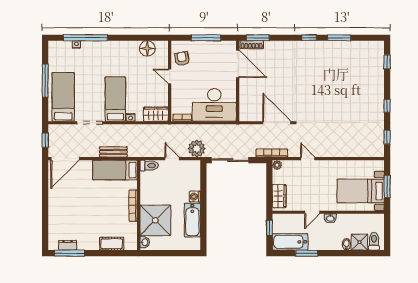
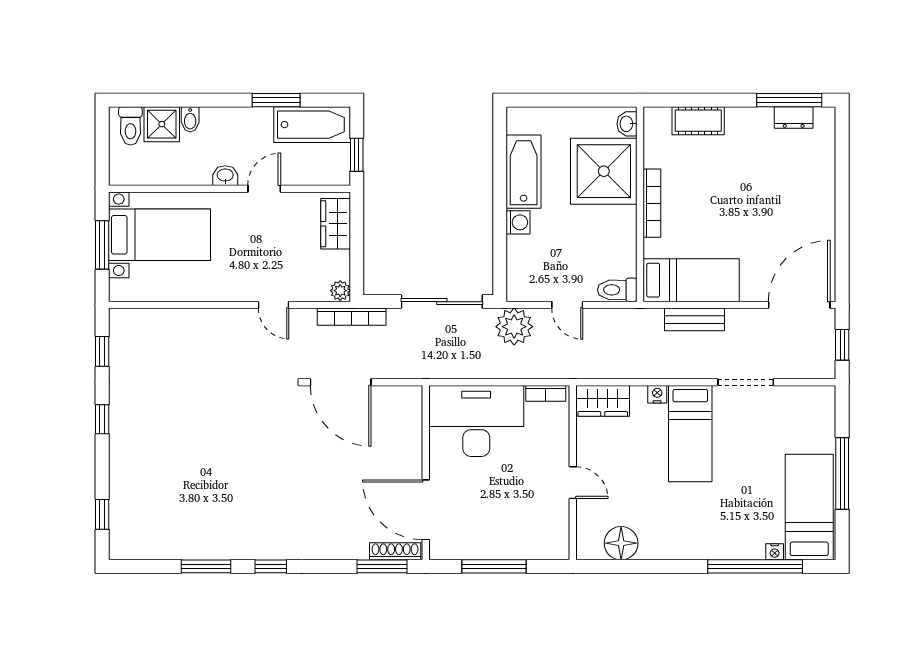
armchair: (182, 59) -> (546, 521), removed
bed: (63, 97) -> (809, 507), moved, turned 180

